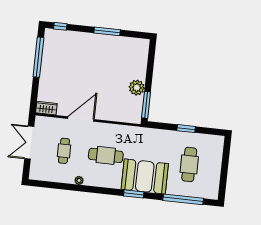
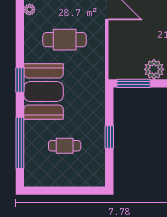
cafe table: (106, 155) -> (65, 40), turned 90
cafe table: (189, 164) -> (65, 146), width x0.73, depth x0.74

